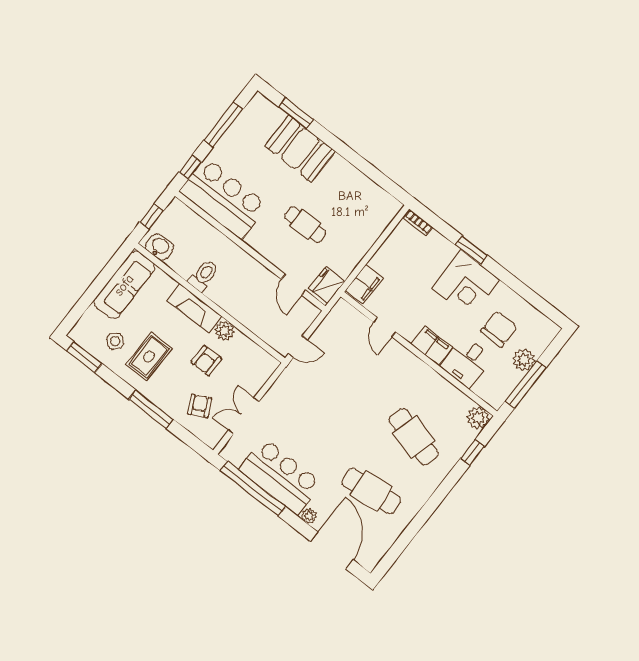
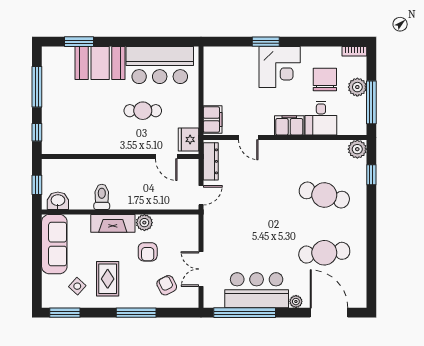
bar counter: (224, 198) -> (160, 65), moved, turned 180
bookcase: (418, 223) -> (354, 51), moved
dresser: (332, 322) -> (211, 161), added

